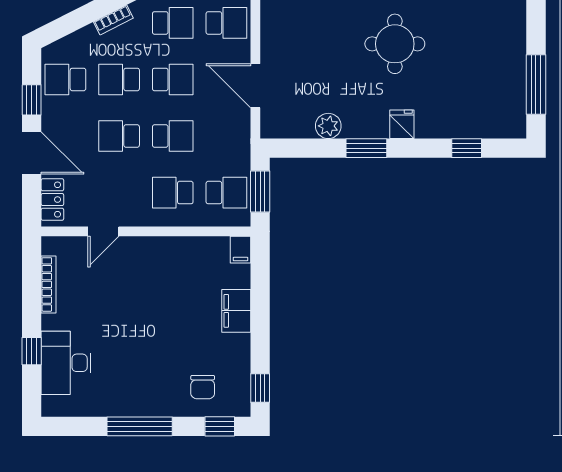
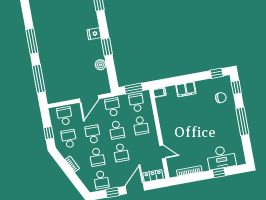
round table: (395, 44) -> (60, 43), removed
school desk: (173, 136) -> (117, 130), turned 180
school desk: (226, 136) -> (113, 107), added

